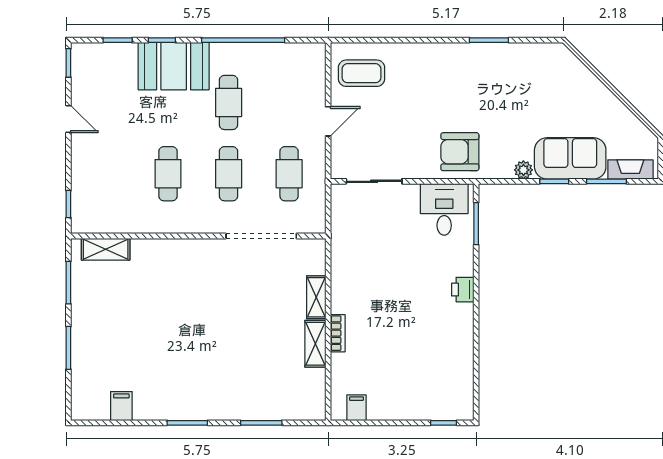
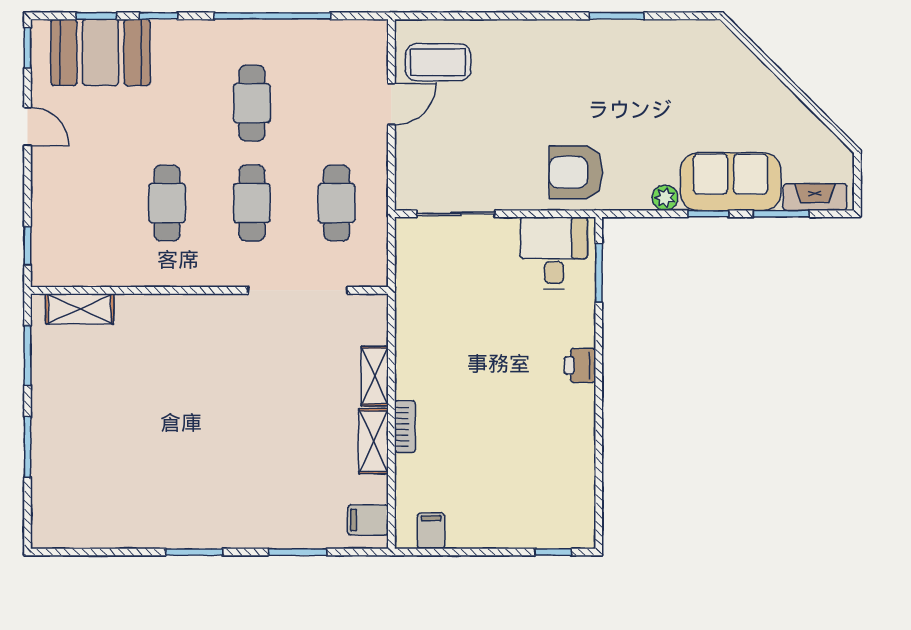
booth: (174, 66) -> (100, 52), moved
door: (328, 121) -> (391, 104), moved
filing cabinet: (121, 406) -> (368, 520), moved, turned -90

